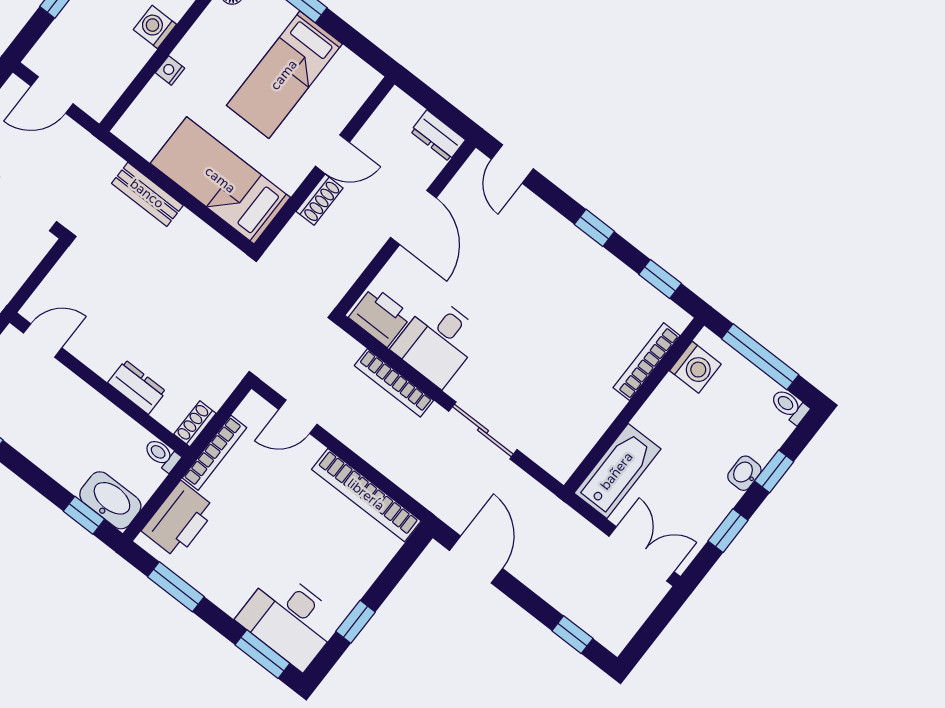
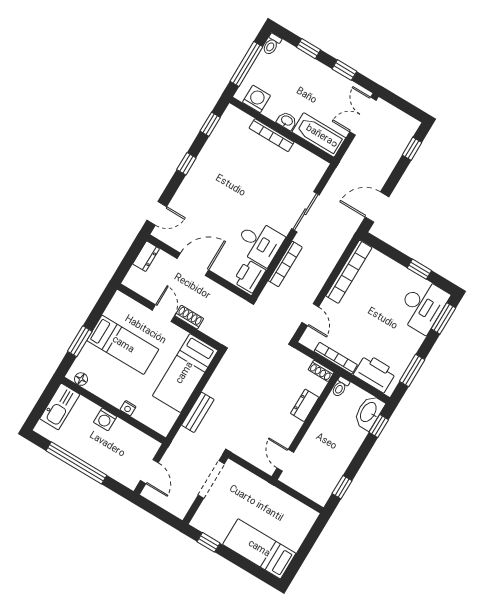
bookcase: (647, 362) -> (272, 135), moved
washbasin: (744, 473) -> (287, 121), moved, turned 180

